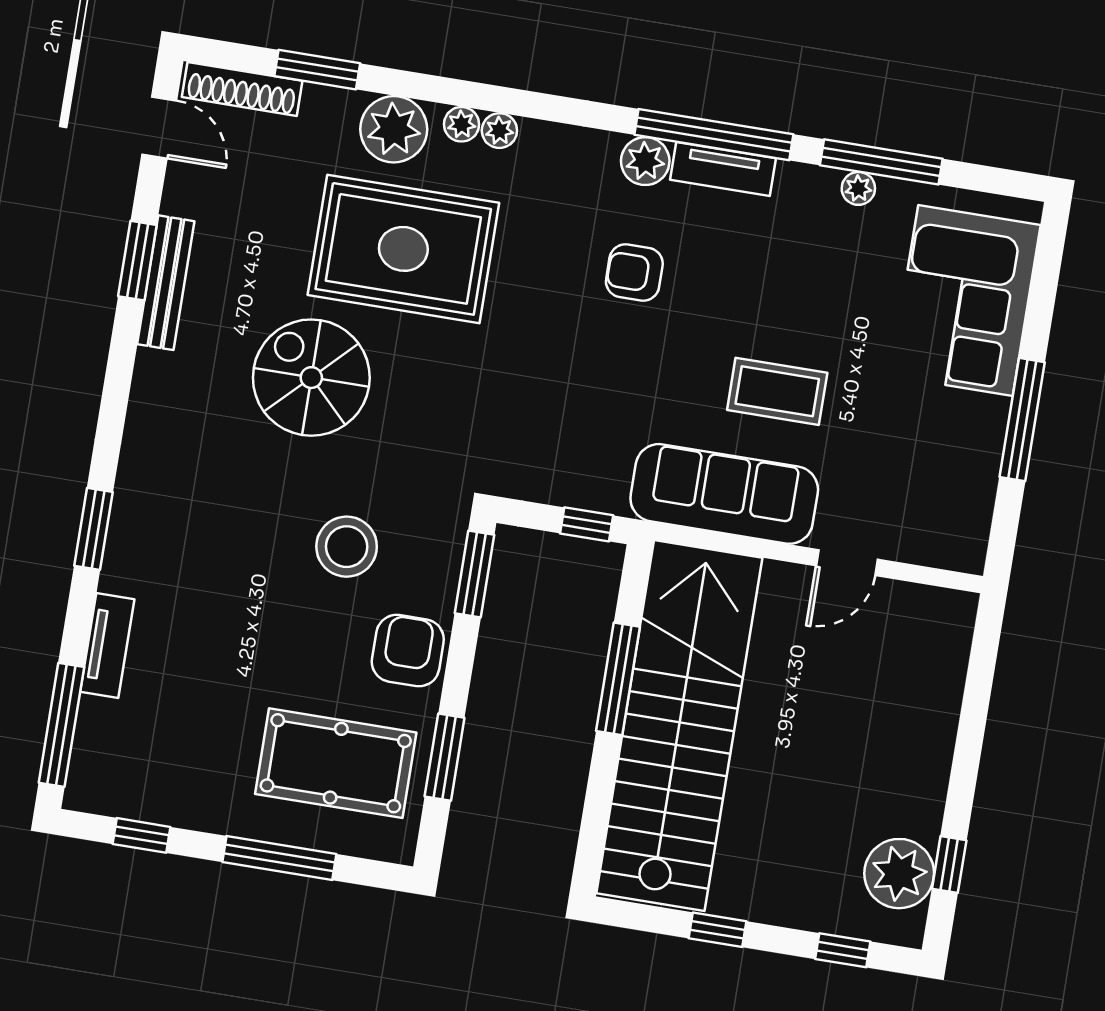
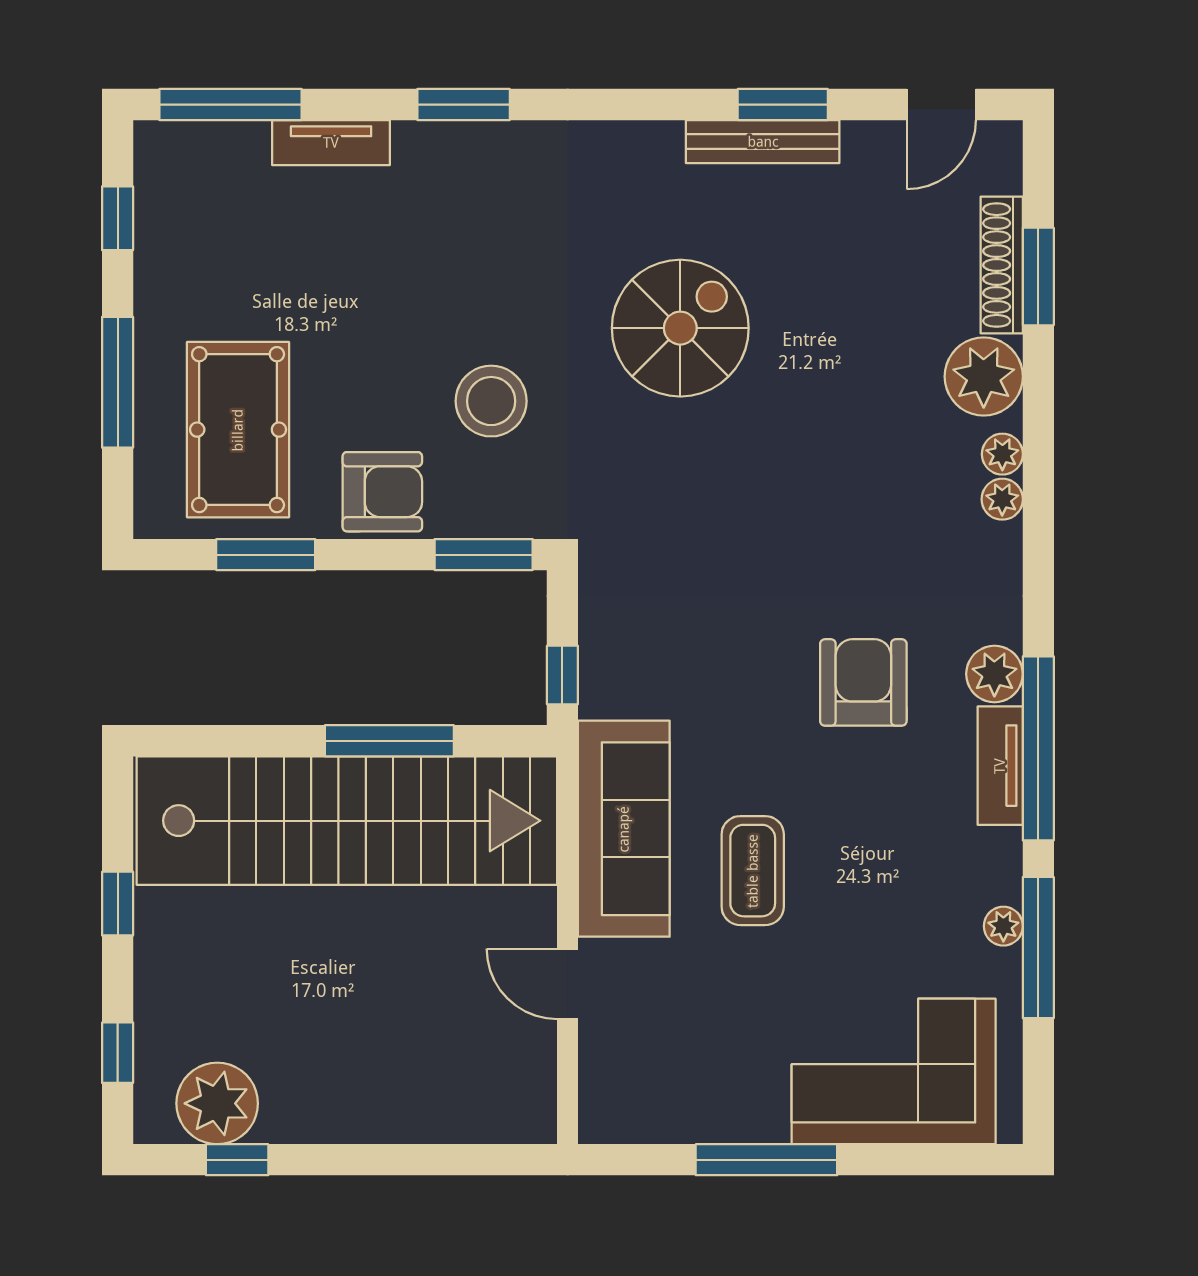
shoe rack: (242, 89) -> (1002, 265), moved
rug: (403, 249) -> (847, 410), removed
armchair: (634, 273) -> (863, 682), width x1.38, depth x1.38

